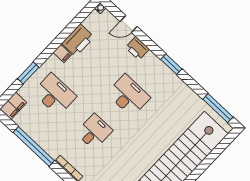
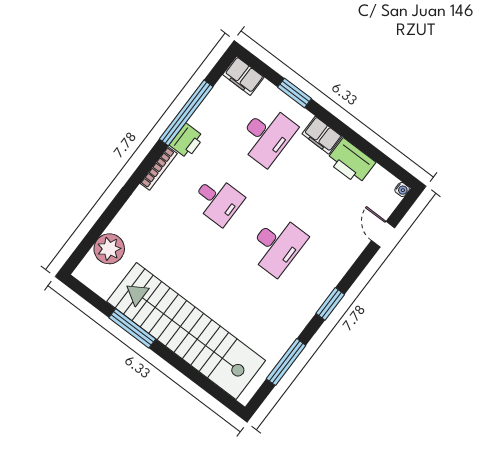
printer: (137, 48) -> (187, 141), moved, turned 180
filing cabinet: (62, 53) -> (322, 135), width x2.00
window: (218, 108) -> (286, 362), moved

